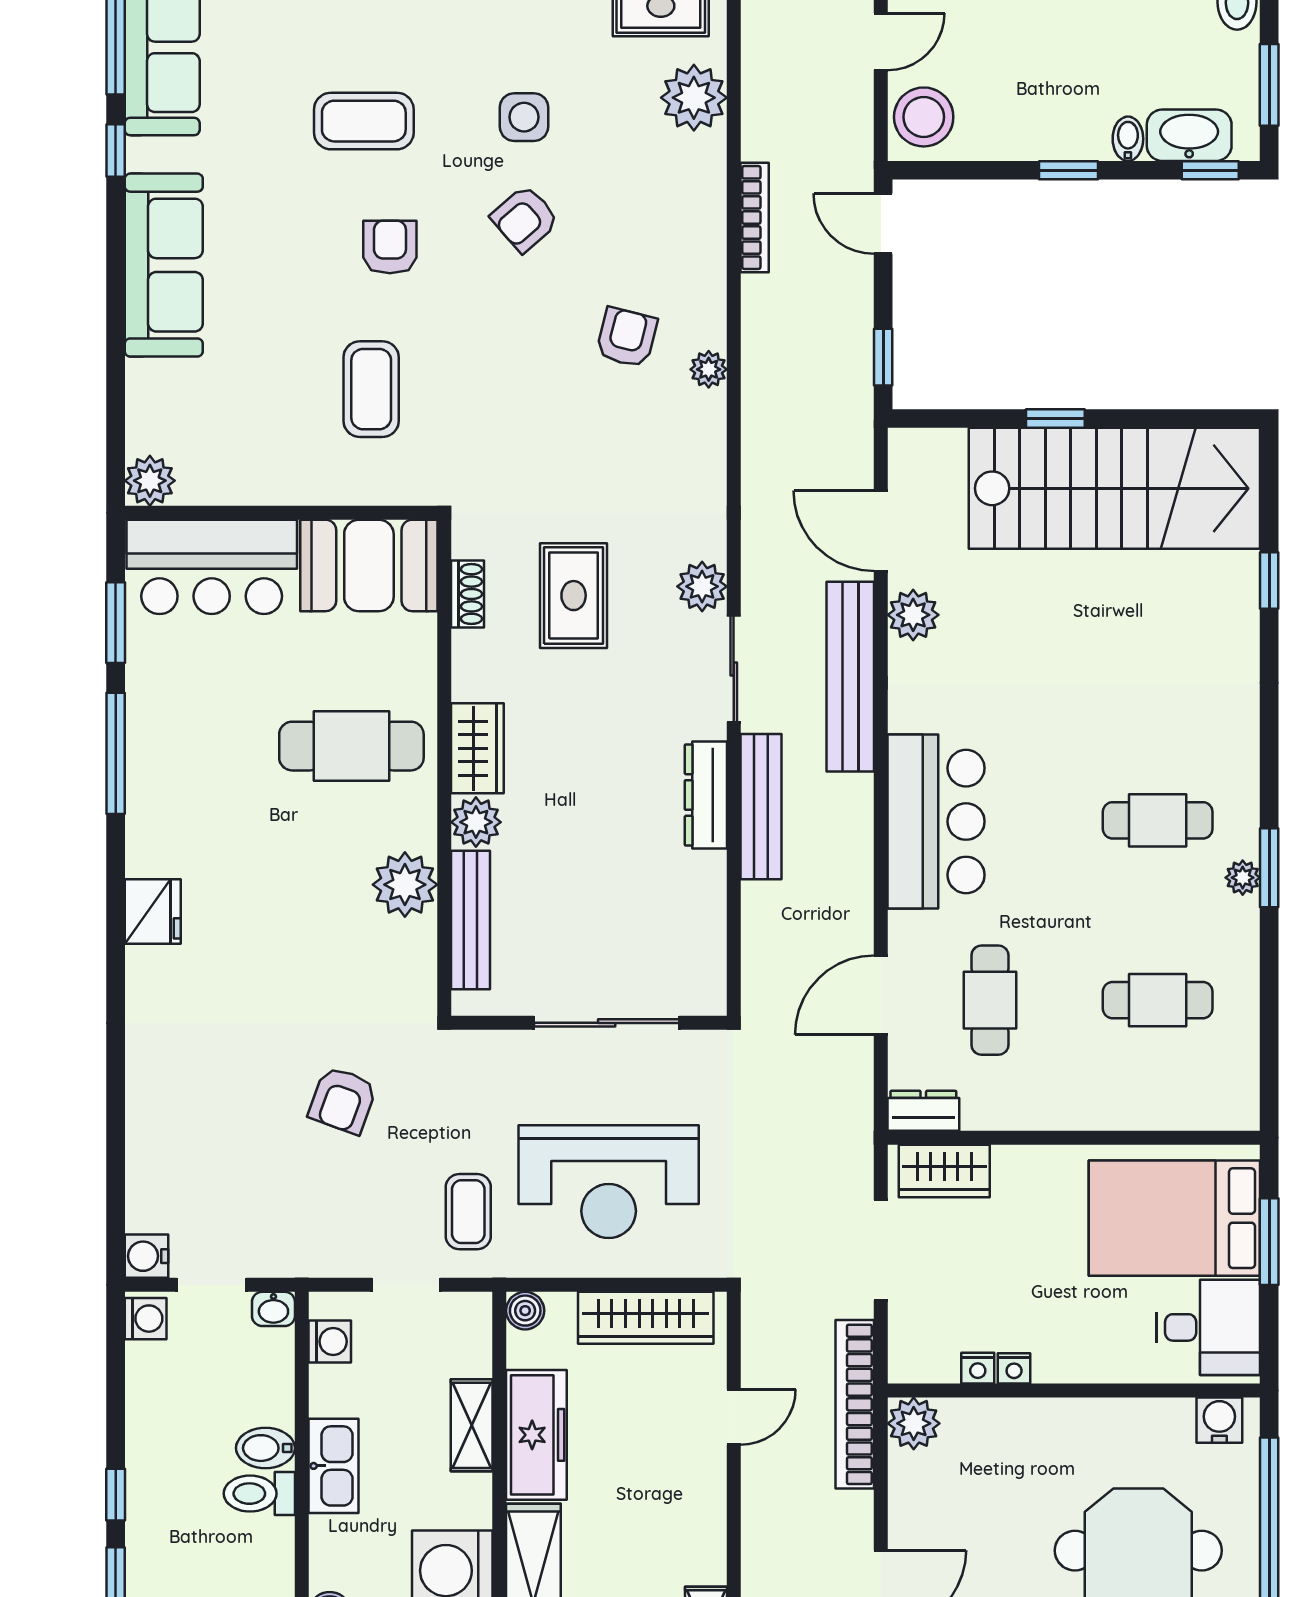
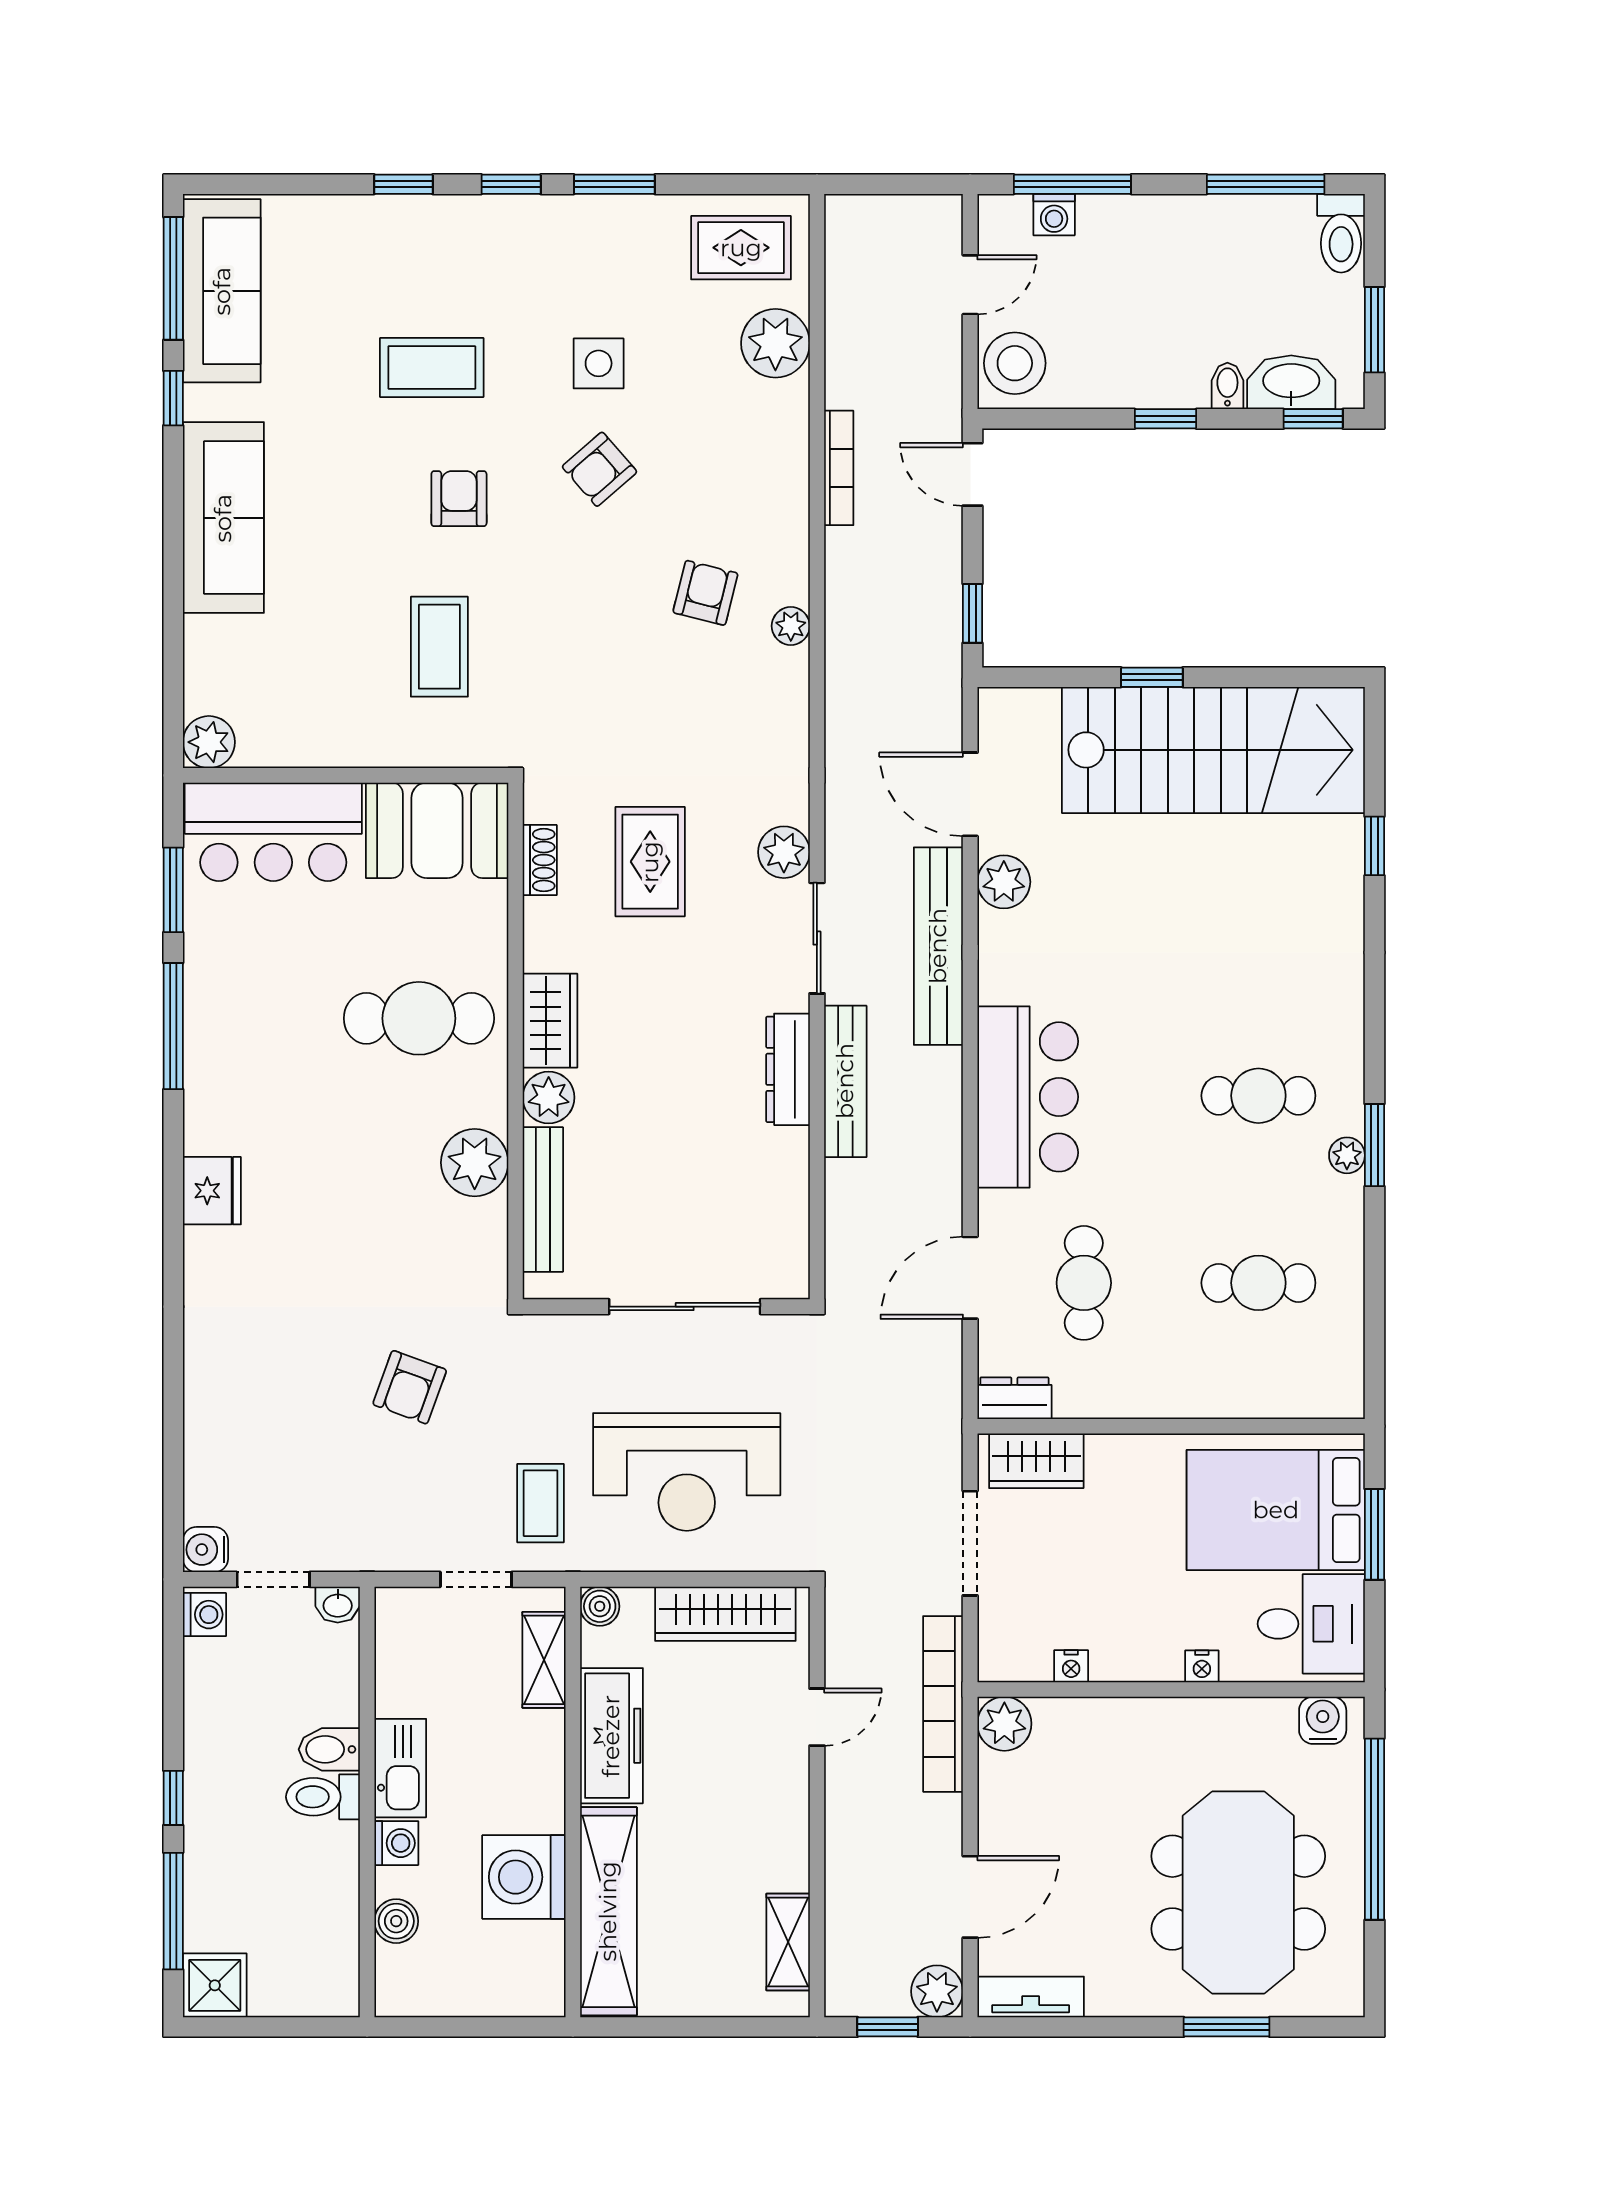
washing machine: (330, 1341) -> (396, 1843), moved
nightstand: (1014, 1368) -> (1202, 1666), moved
shelving: (472, 1425) -> (544, 1660), moved

